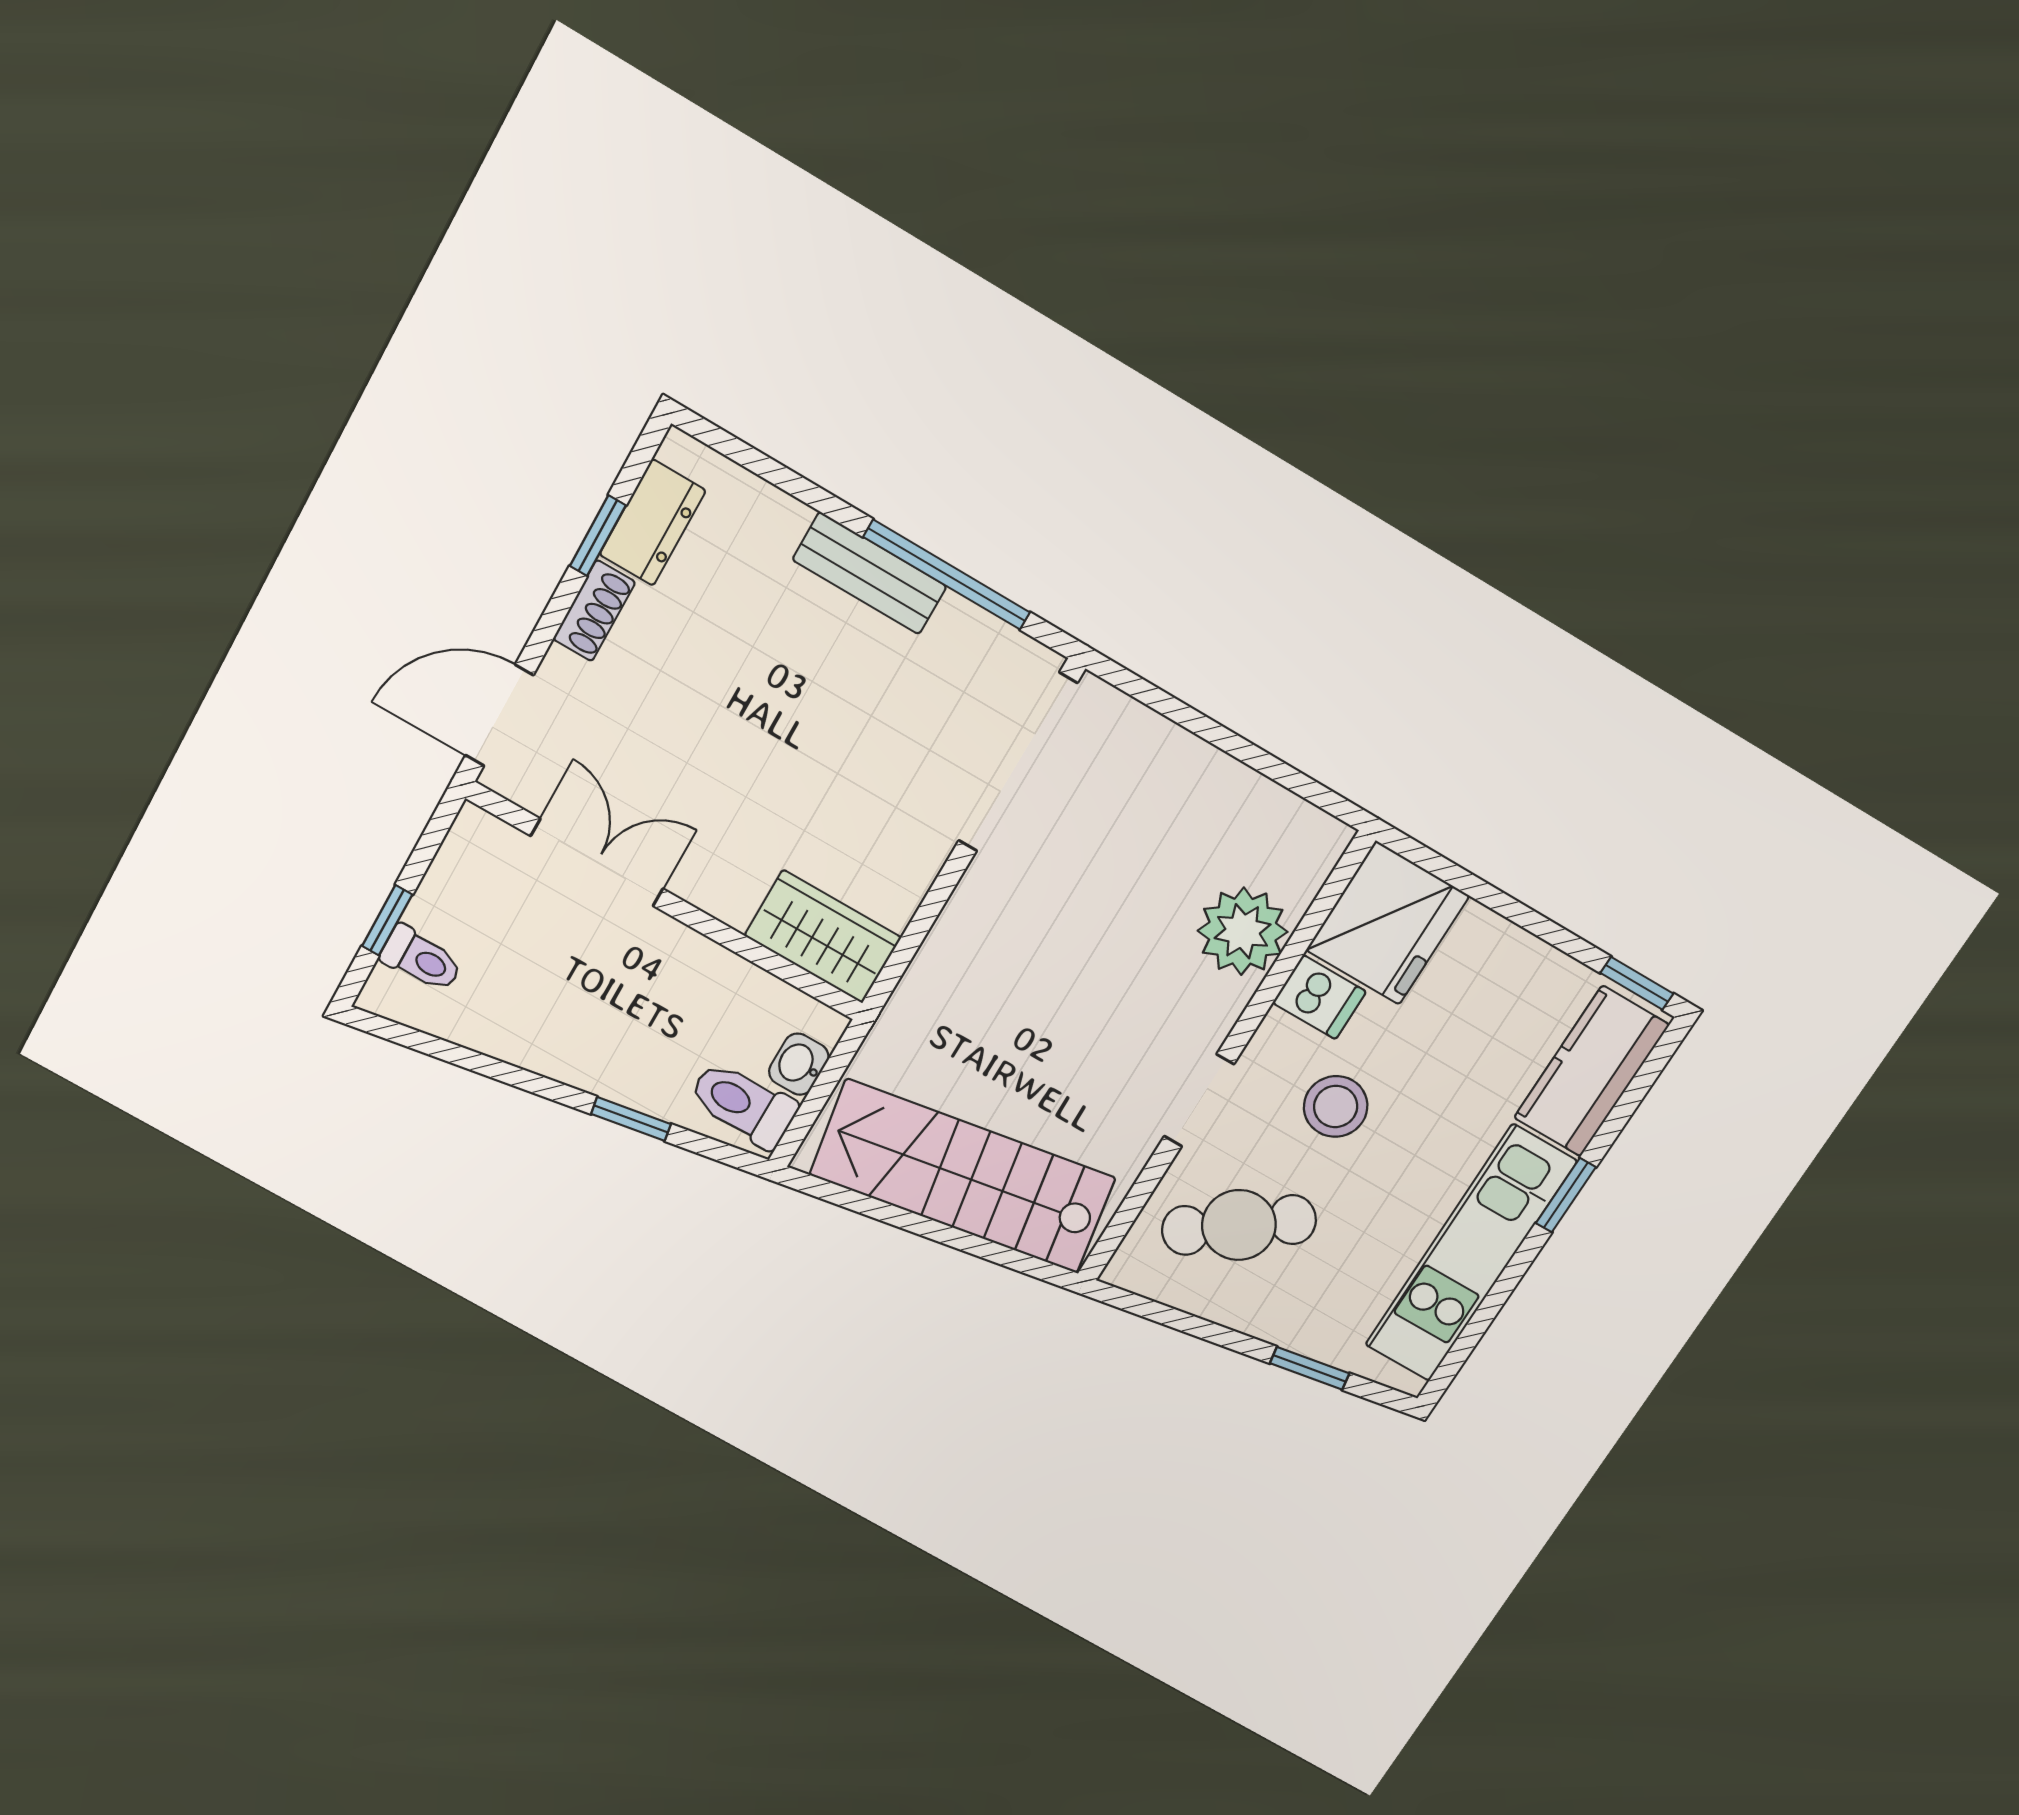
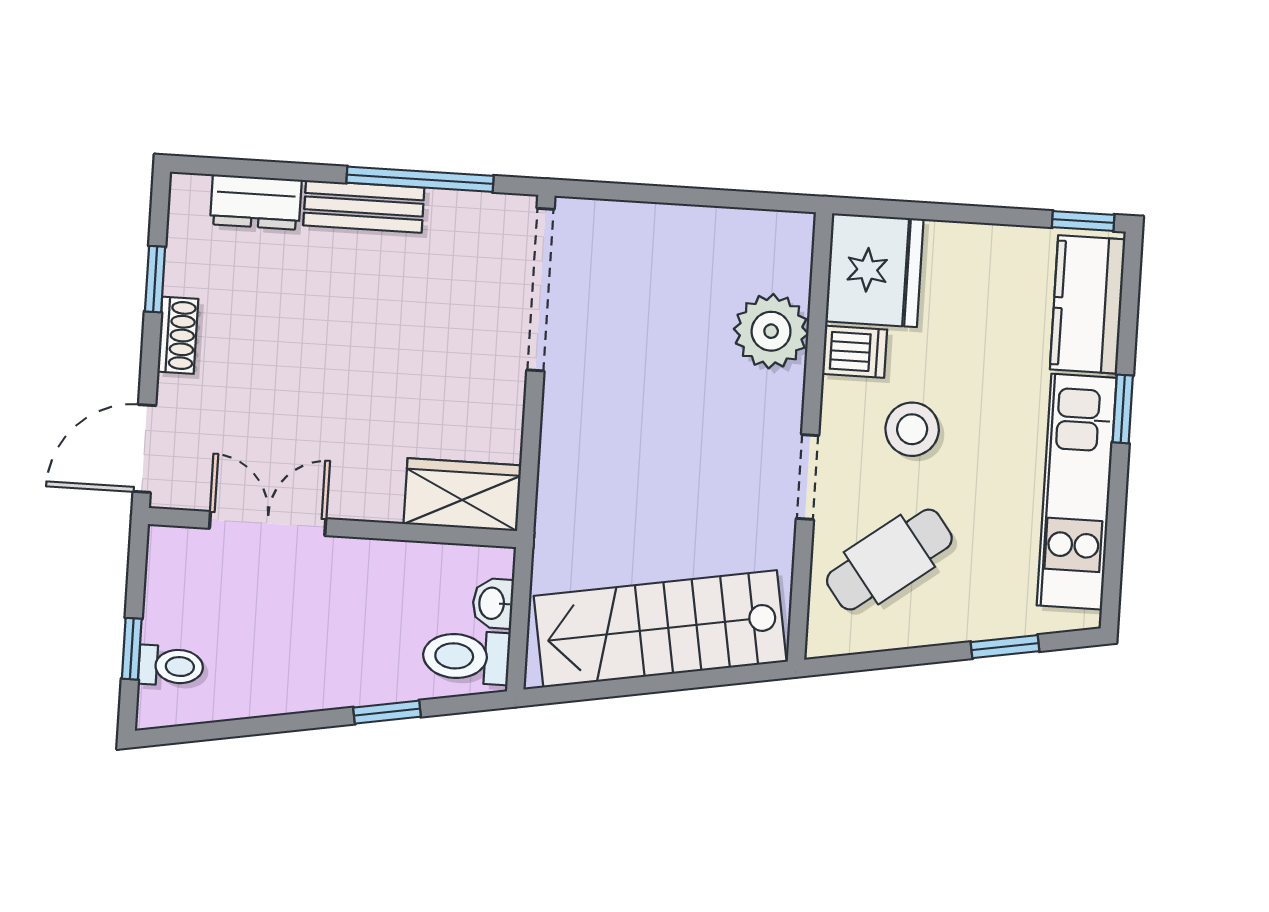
dresser: (652, 523) -> (256, 202), moved, turned 90

